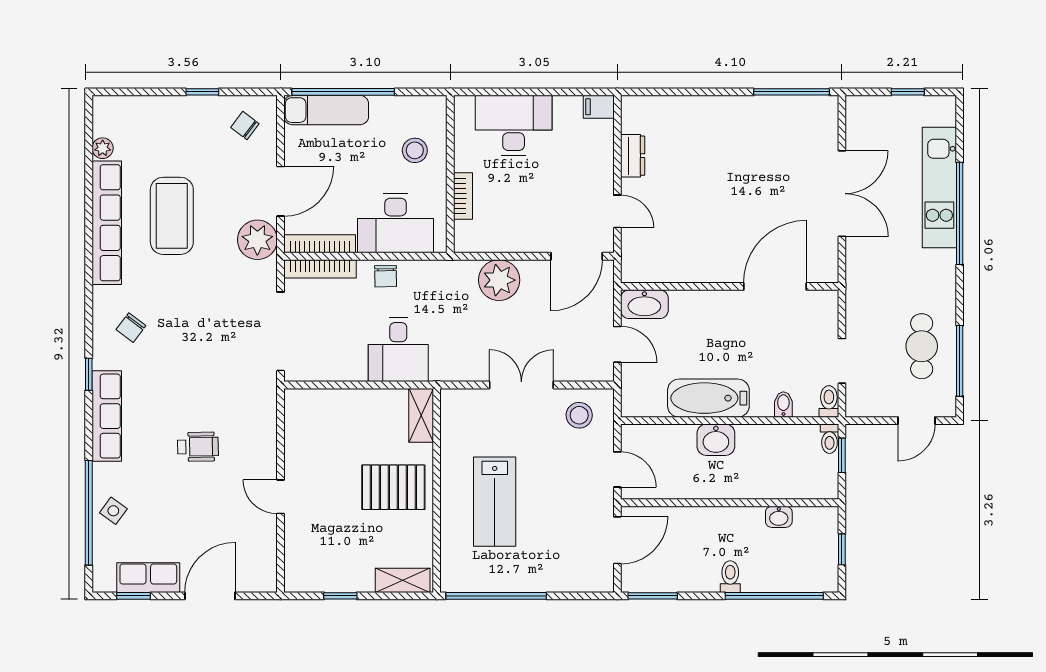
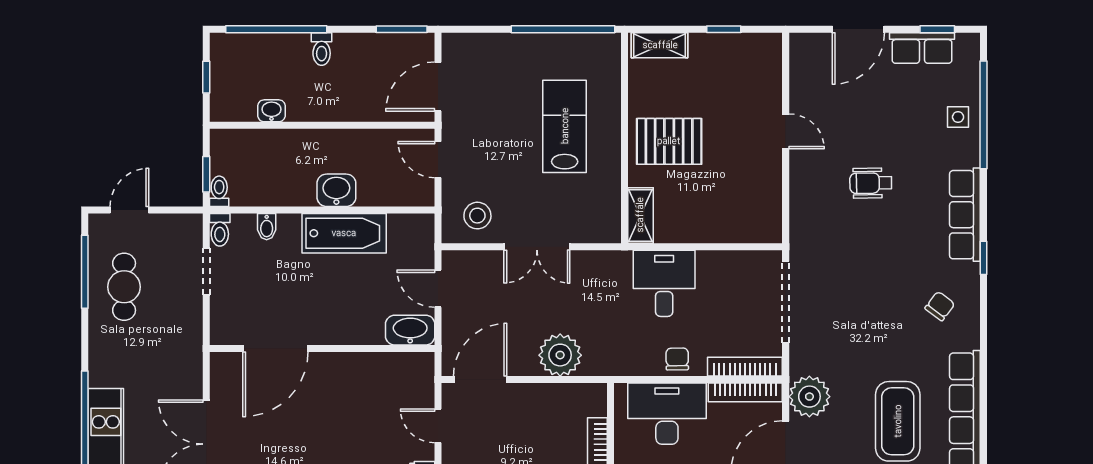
side table: (113, 511) -> (958, 117), turned -36

